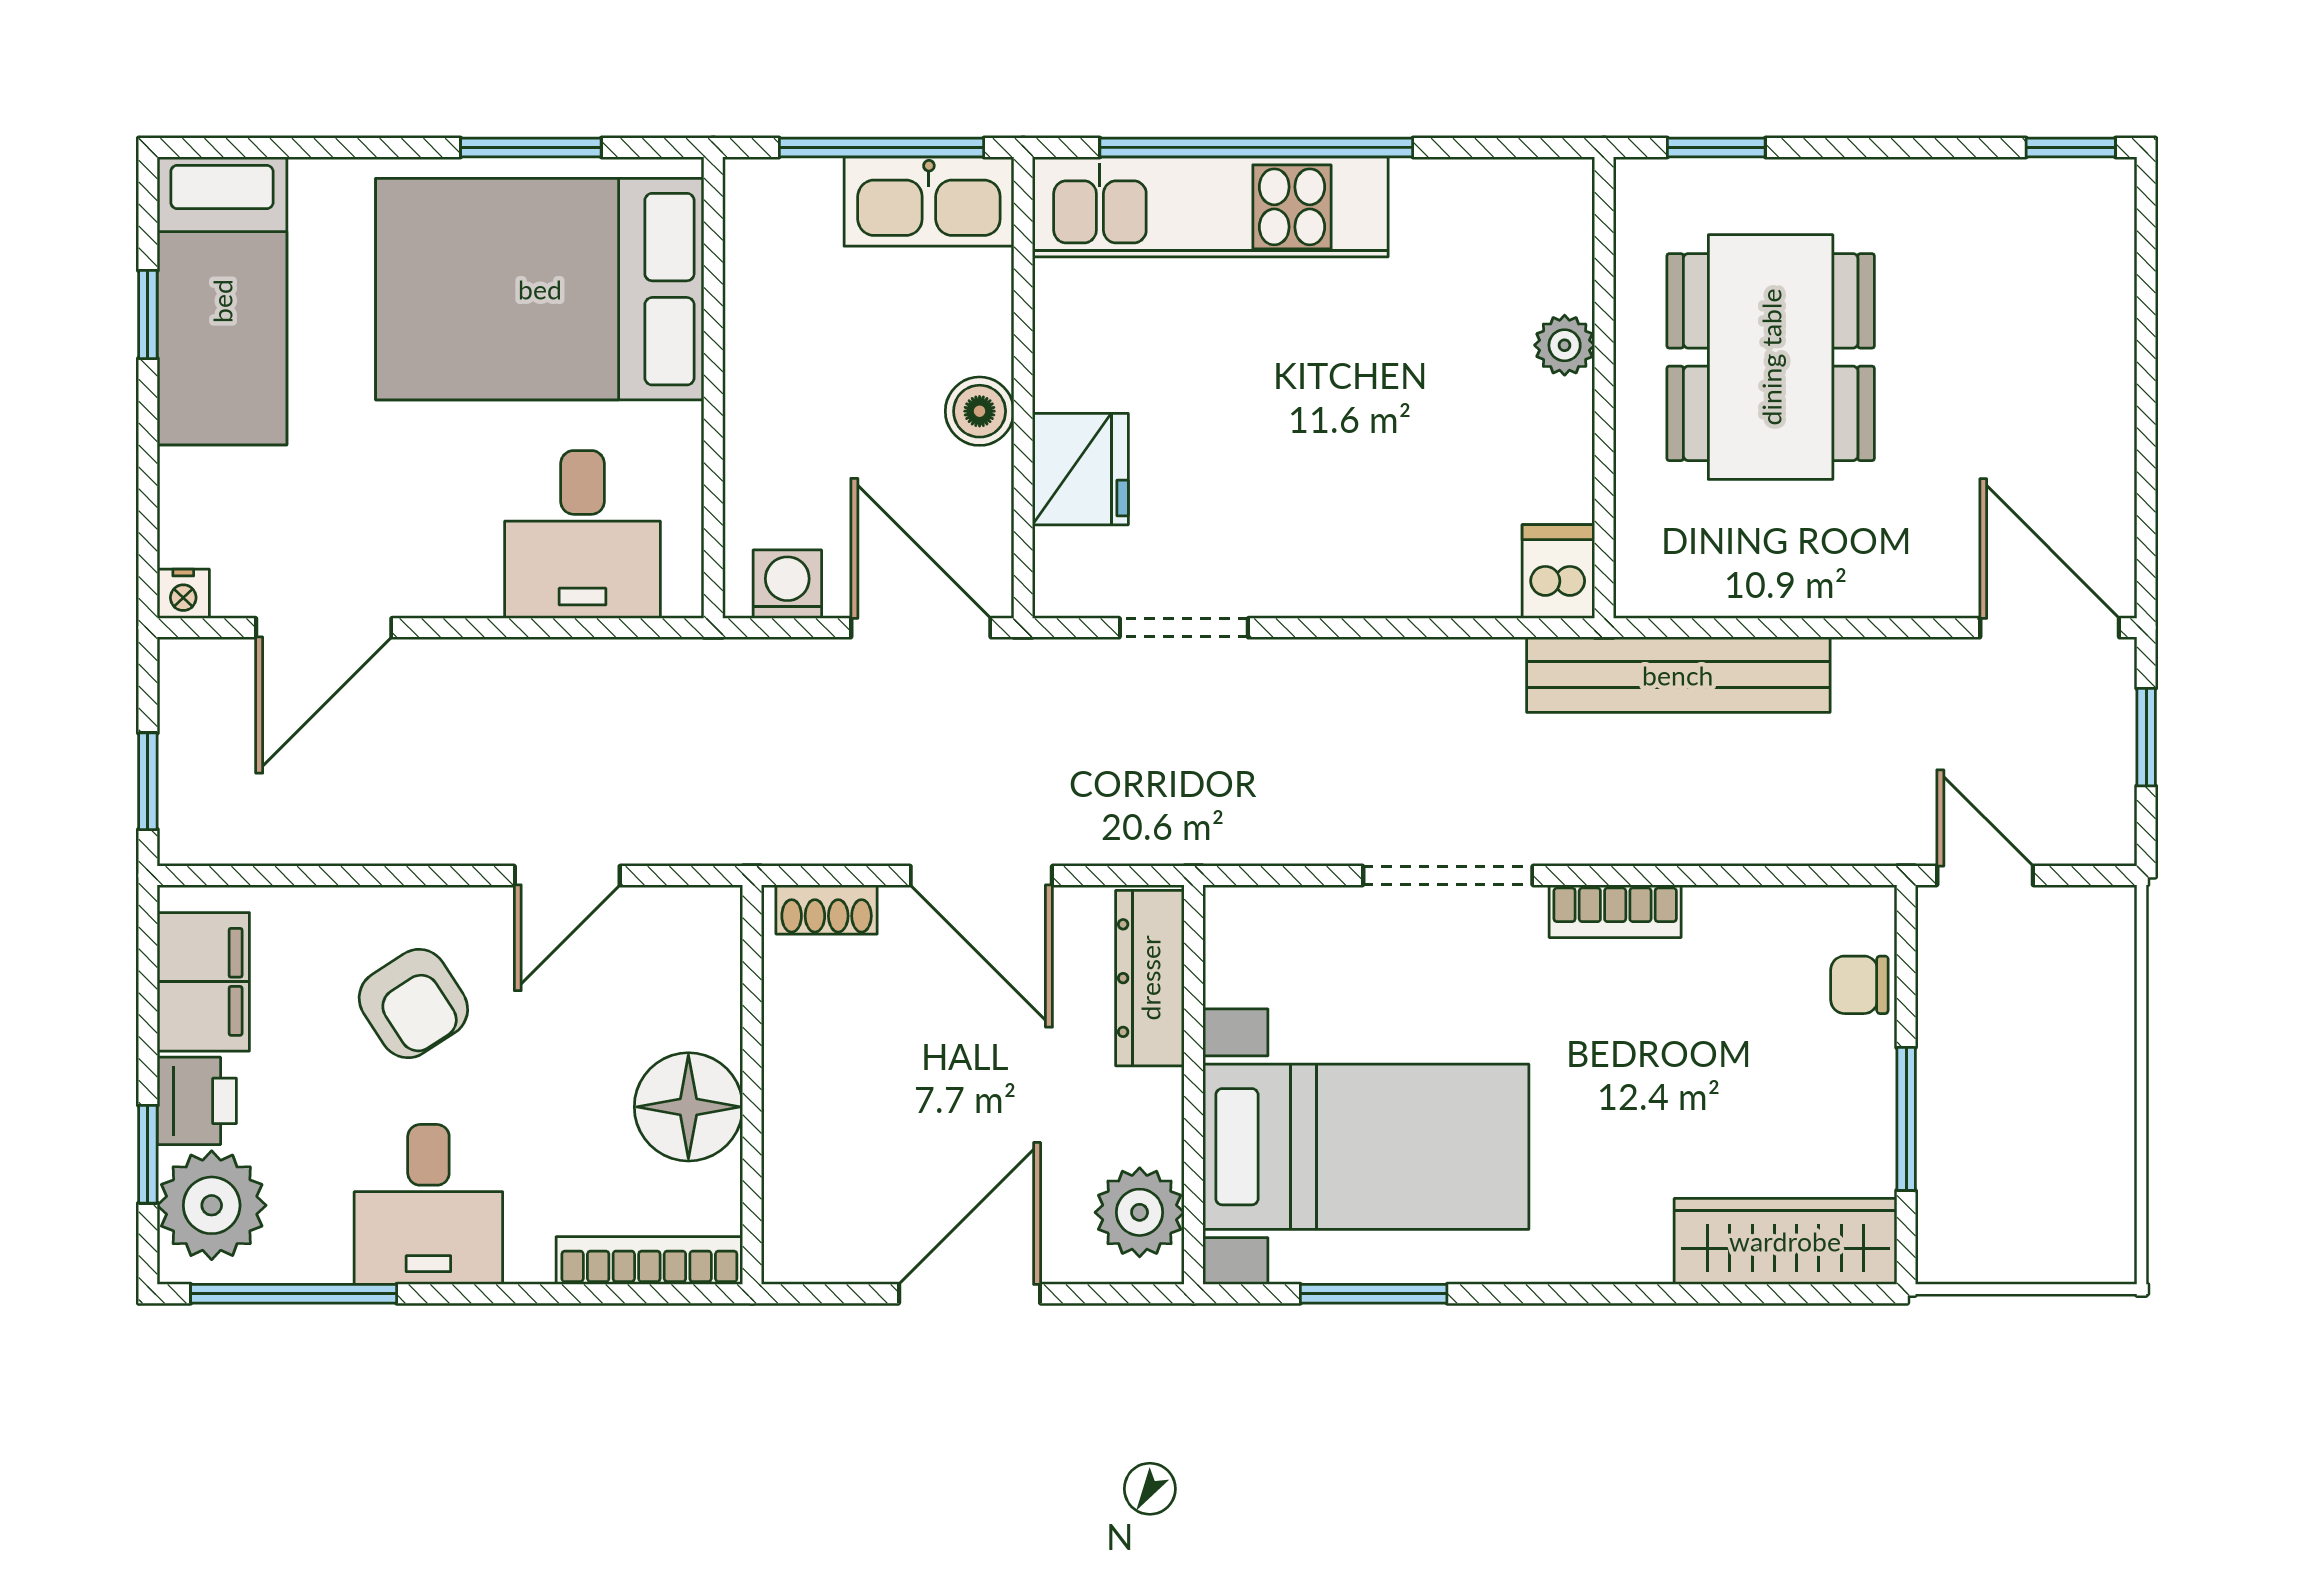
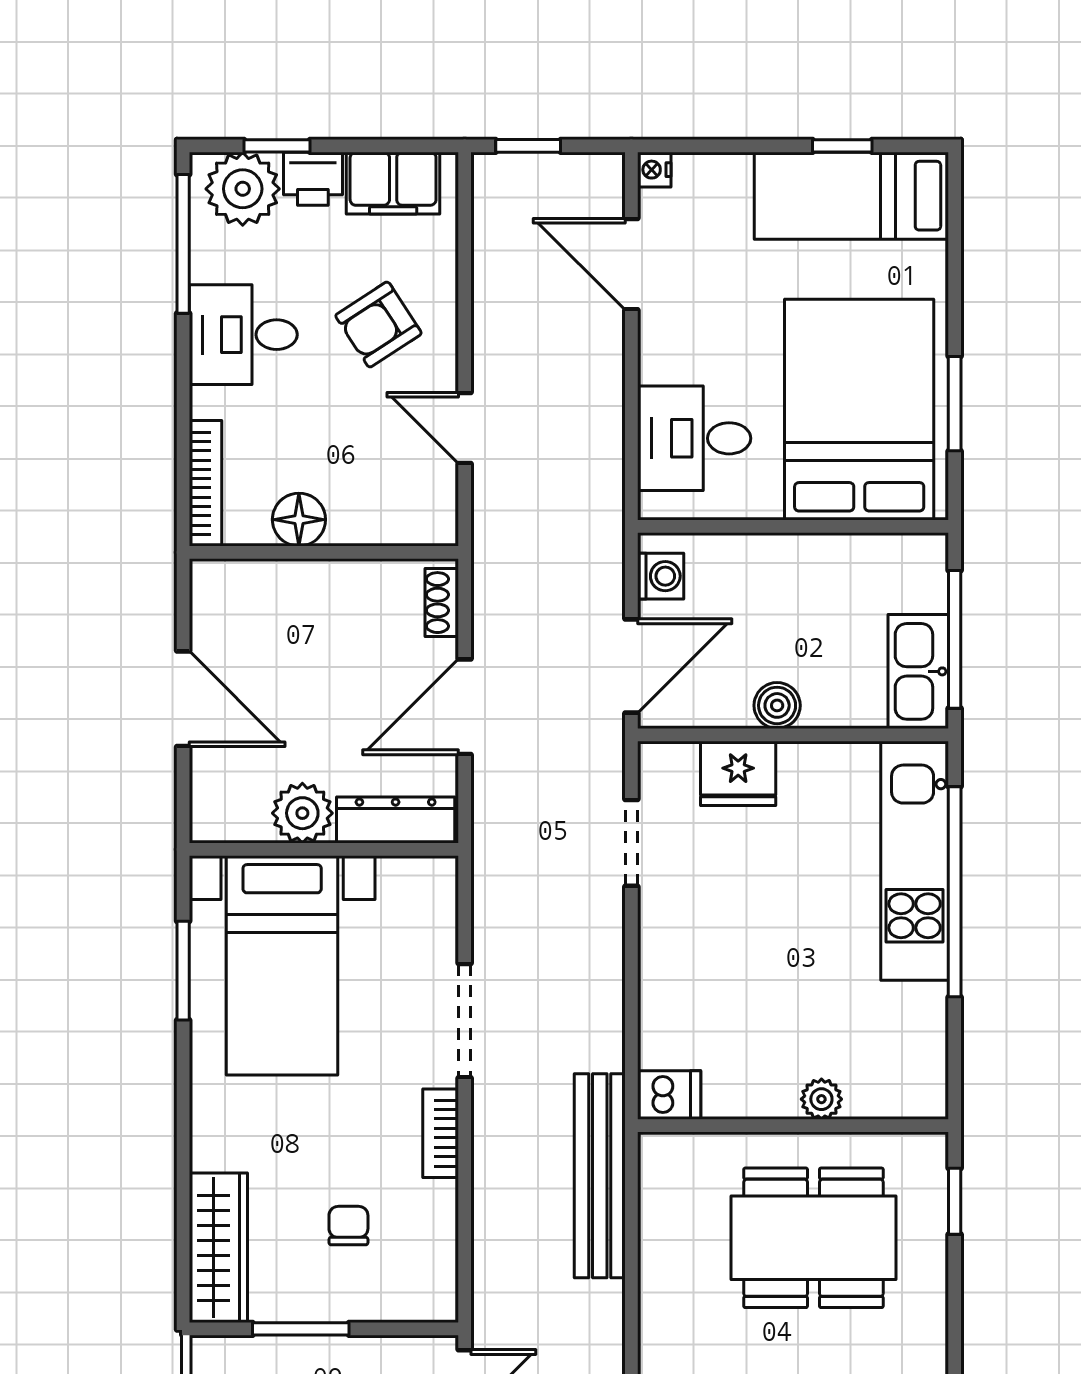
chair: (1859, 985) -> (348, 1226), moved
floor lamp: (688, 1107) -> (299, 520), width x0.73, depth x0.73
plant: (1140, 1212) -> (302, 813), moved

